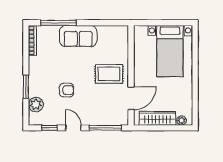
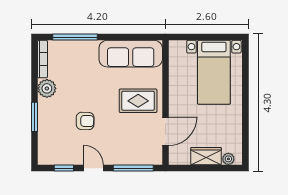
sofa: (78, 36) -> (131, 54), moved, width x1.36
plant: (36, 105) -> (47, 88), moved
wardrobe: (158, 118) -> (206, 156), width x0.67

